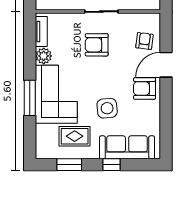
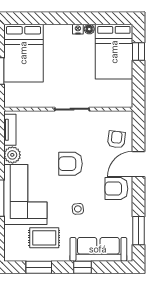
armchair: (97, 45) -> (70, 164), moved
side table: (107, 108) -> (78, 209), width x0.54, depth x0.54
window: (166, 129) -> (139, 231), added

